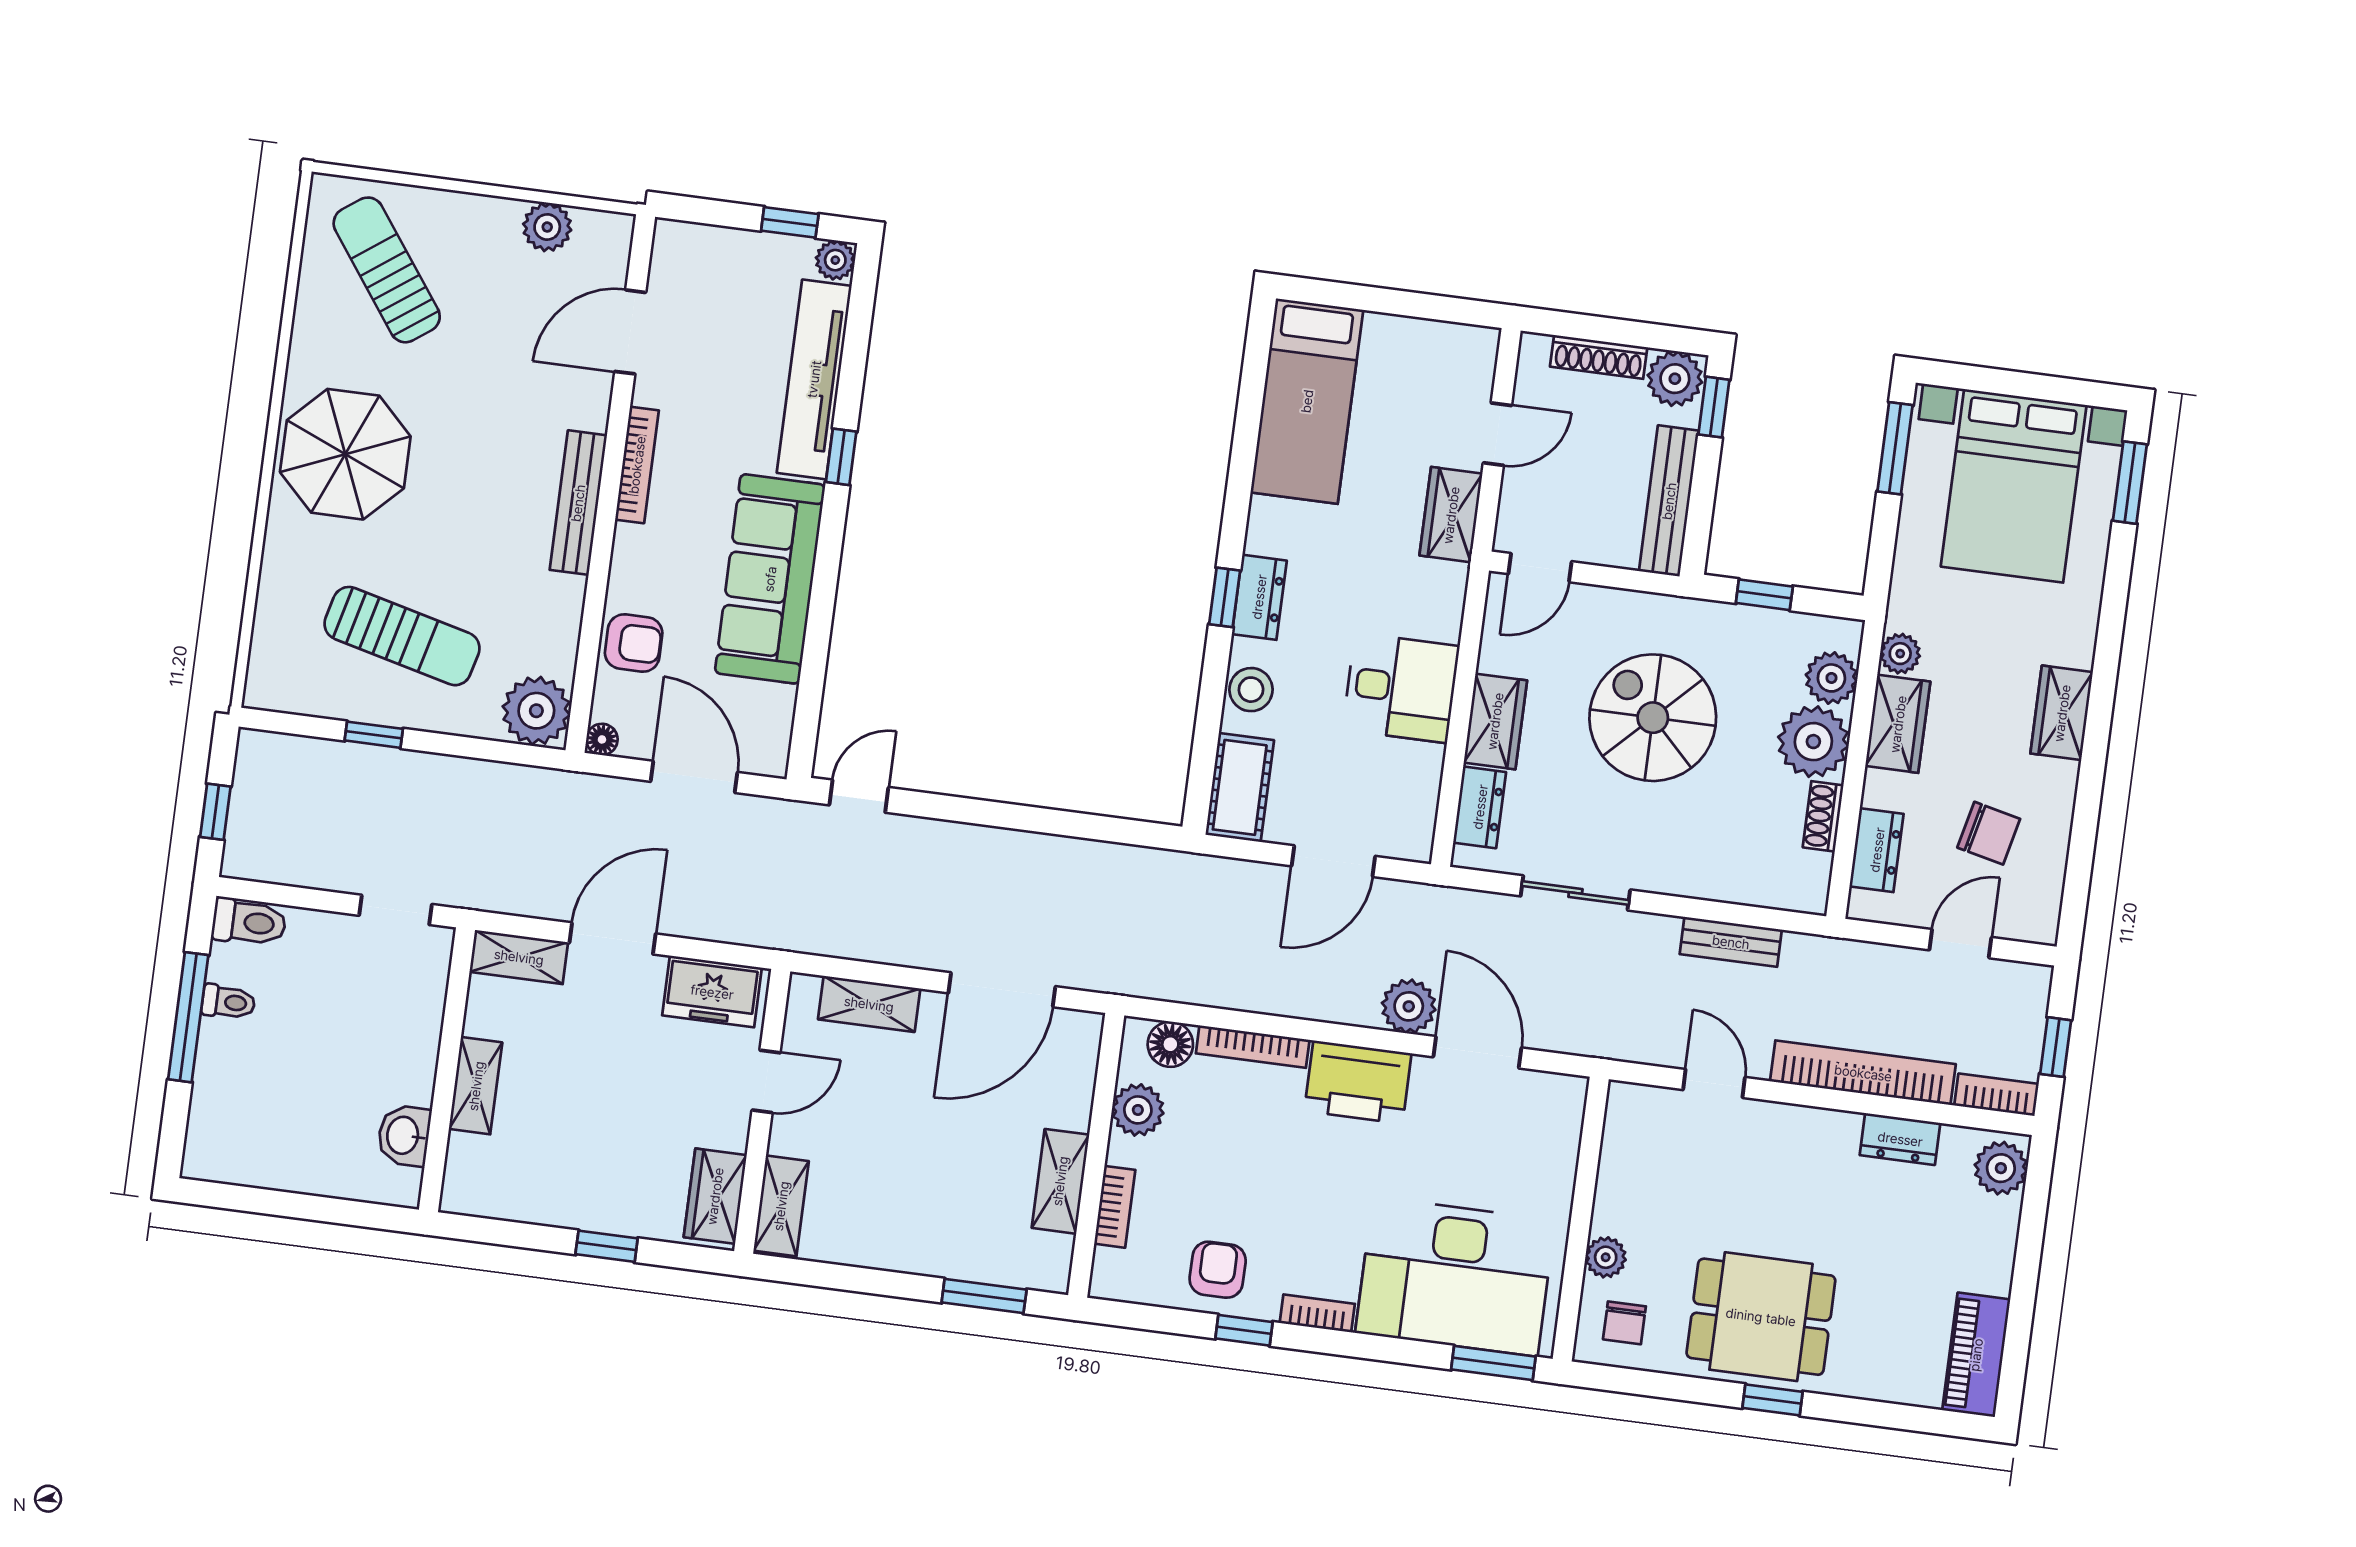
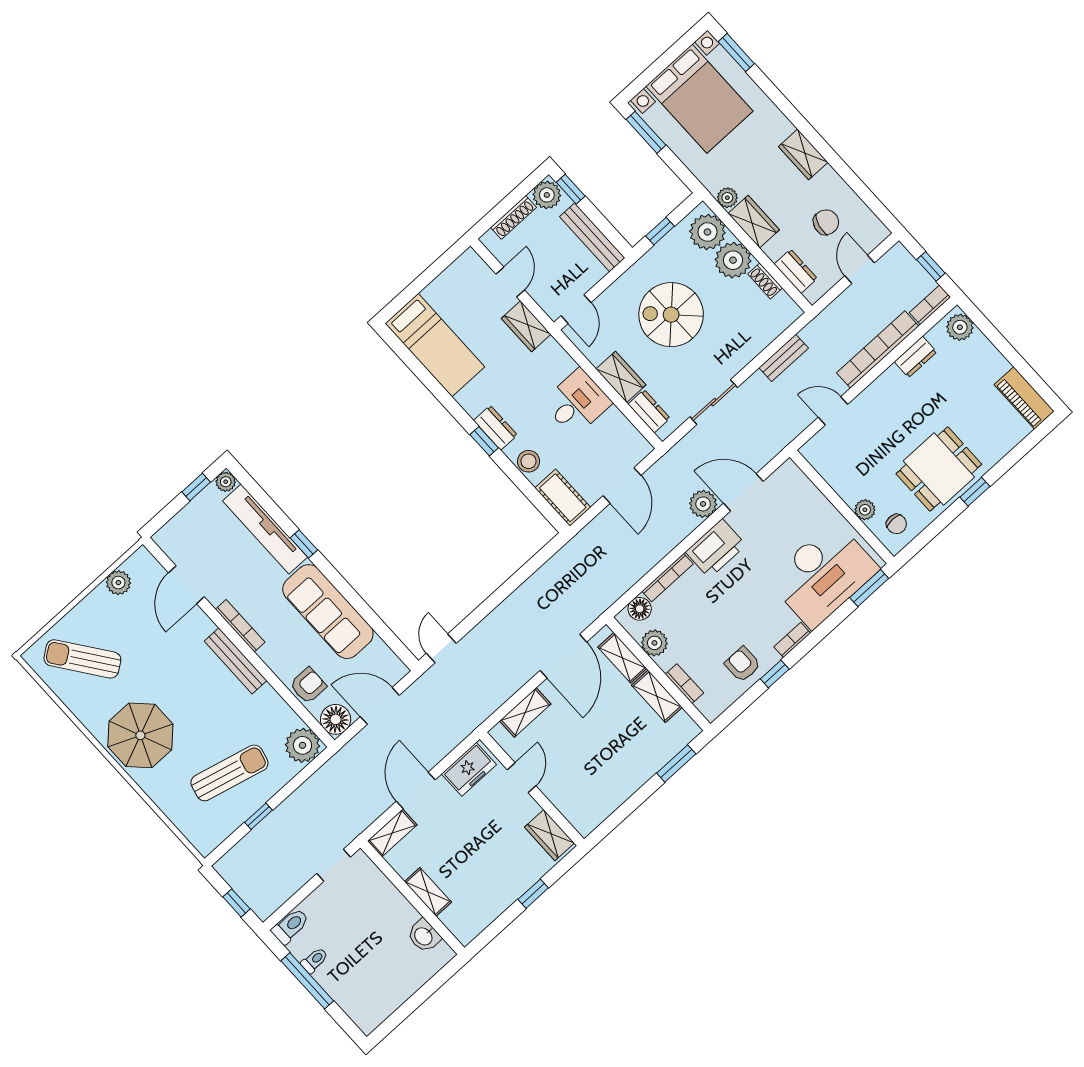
plant: (1831, 678) -> (707, 232), width x1.36, depth x1.36
floor lamp: (602, 739) -> (336, 719), width x1.89, depth x1.89
shelving: (781, 1206) -> (622, 658), moved

